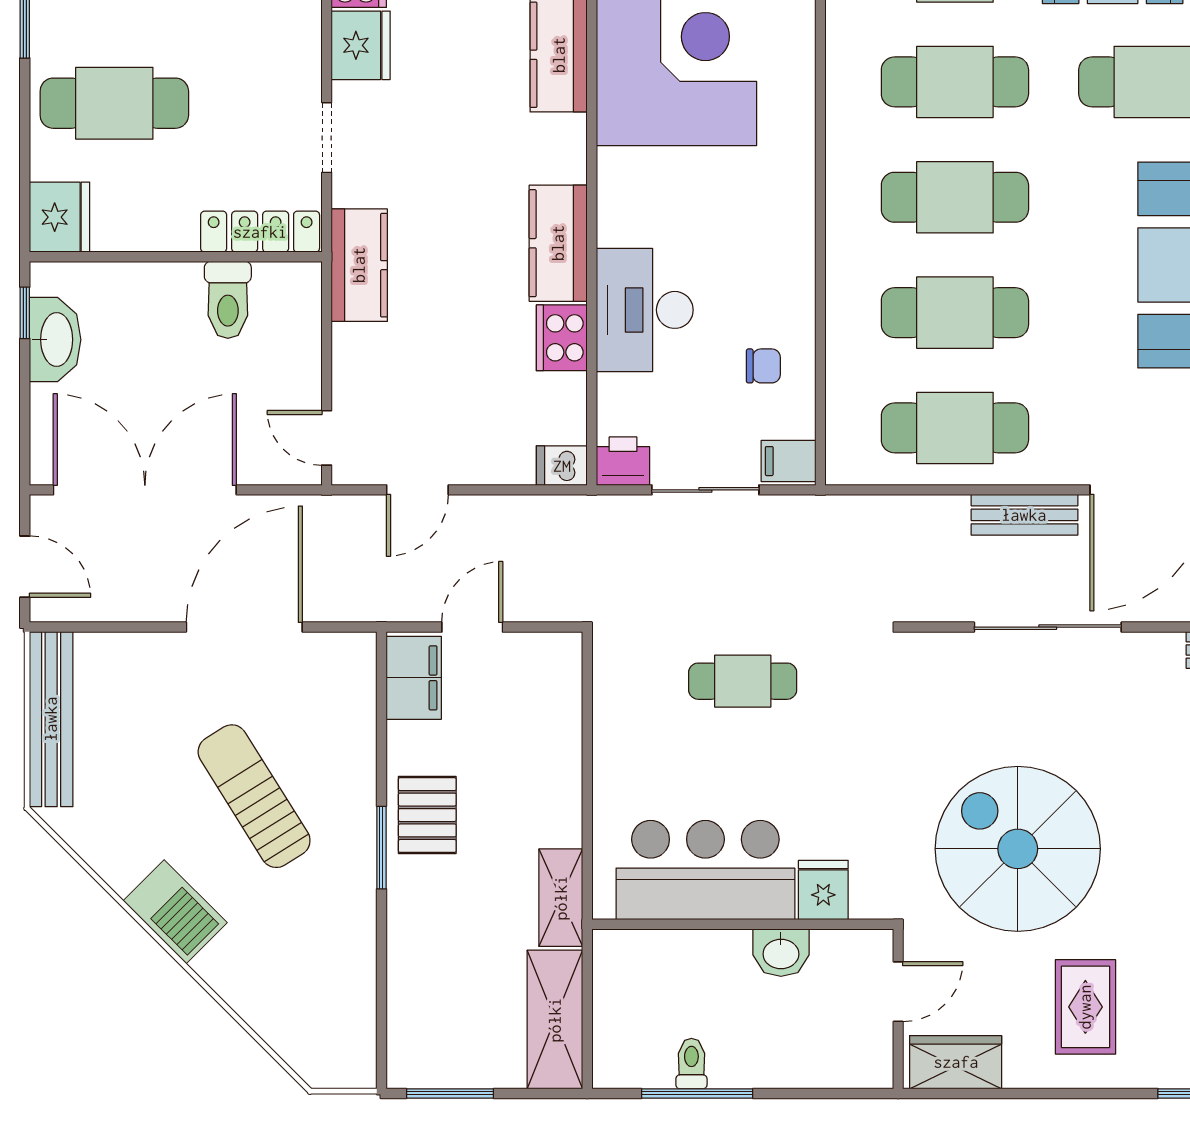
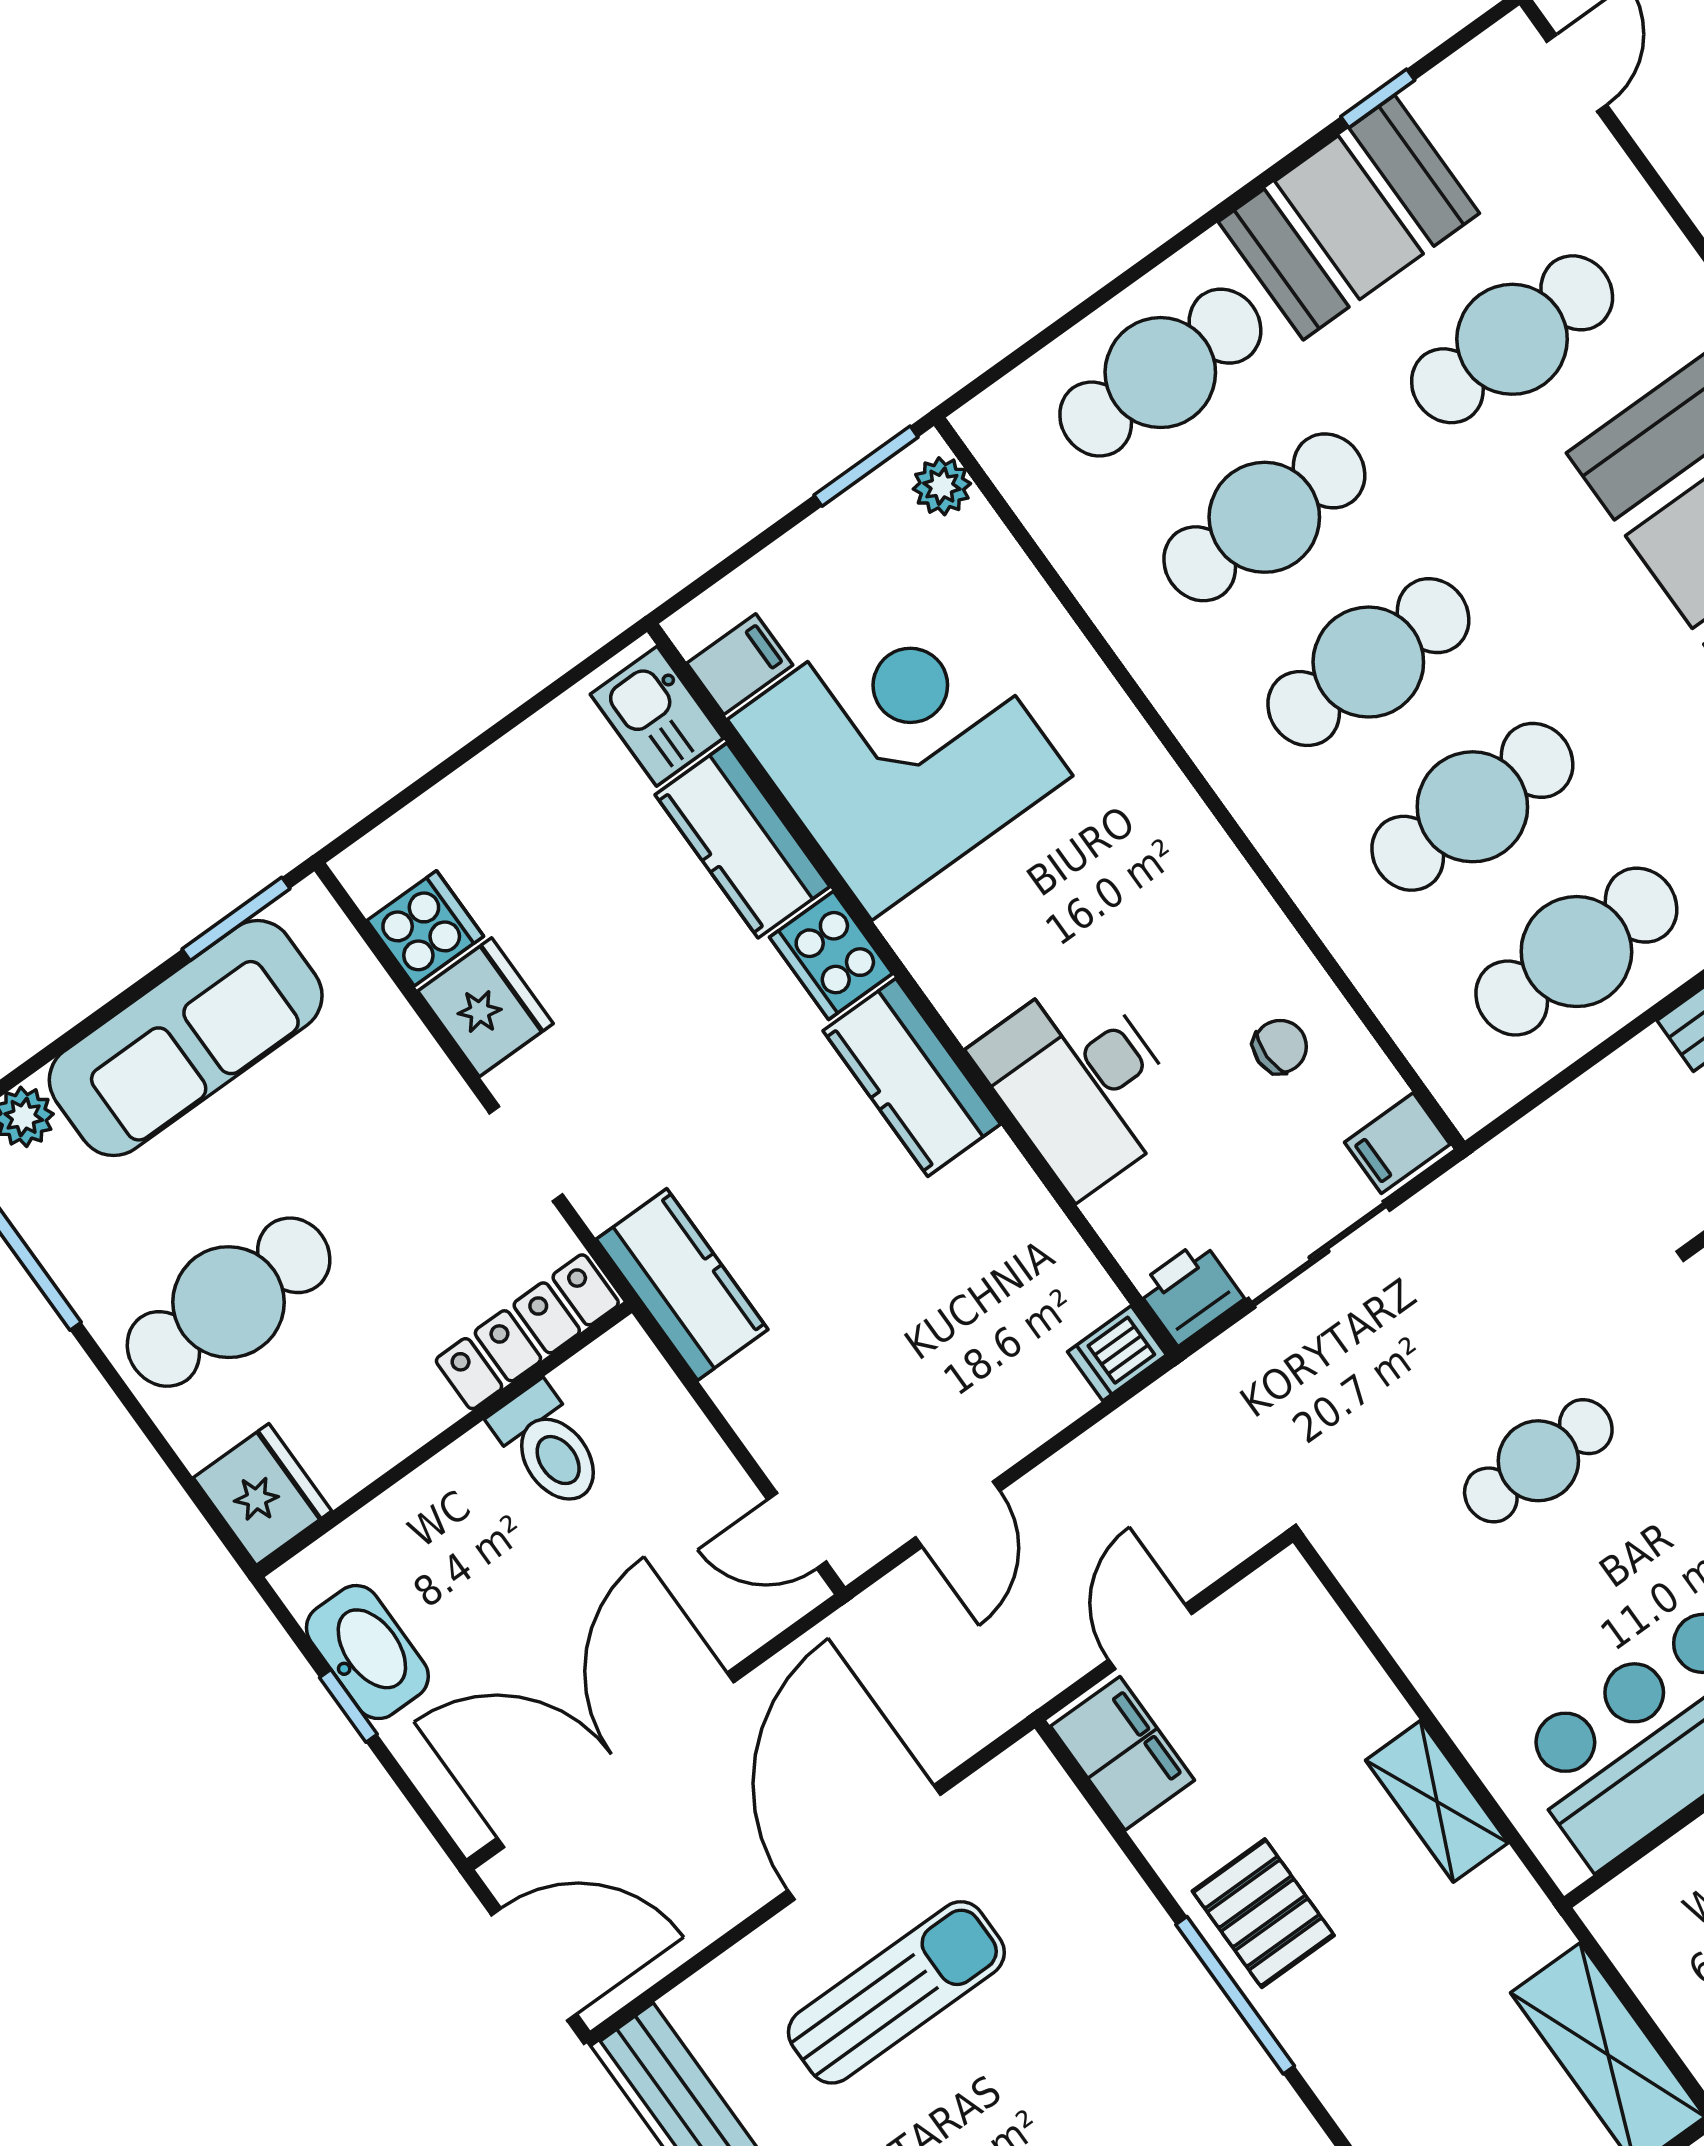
window: (25, 313) -> (348, 1706), moved
cooker: (562, 338) -> (831, 955), moved
door: (25, 567) -> (534, 1964), width x1.38
sun lounger: (254, 796) -> (896, 1992), moved, turned 122
window: (381, 848) -> (1235, 1995), width x1.44
shelving: (561, 898) -> (1437, 1801), moved

